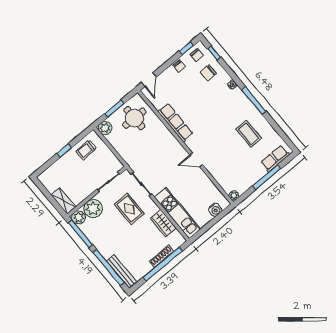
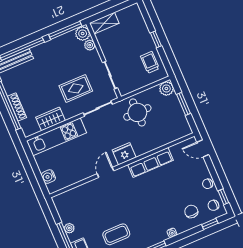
round table: (134, 118) -> (137, 112), moved
fridge: (175, 148) -> (124, 154), added
plant: (234, 195) -> (69, 228), moved
plant: (93, 209) -> (90, 45), width x0.53, depth x0.53

